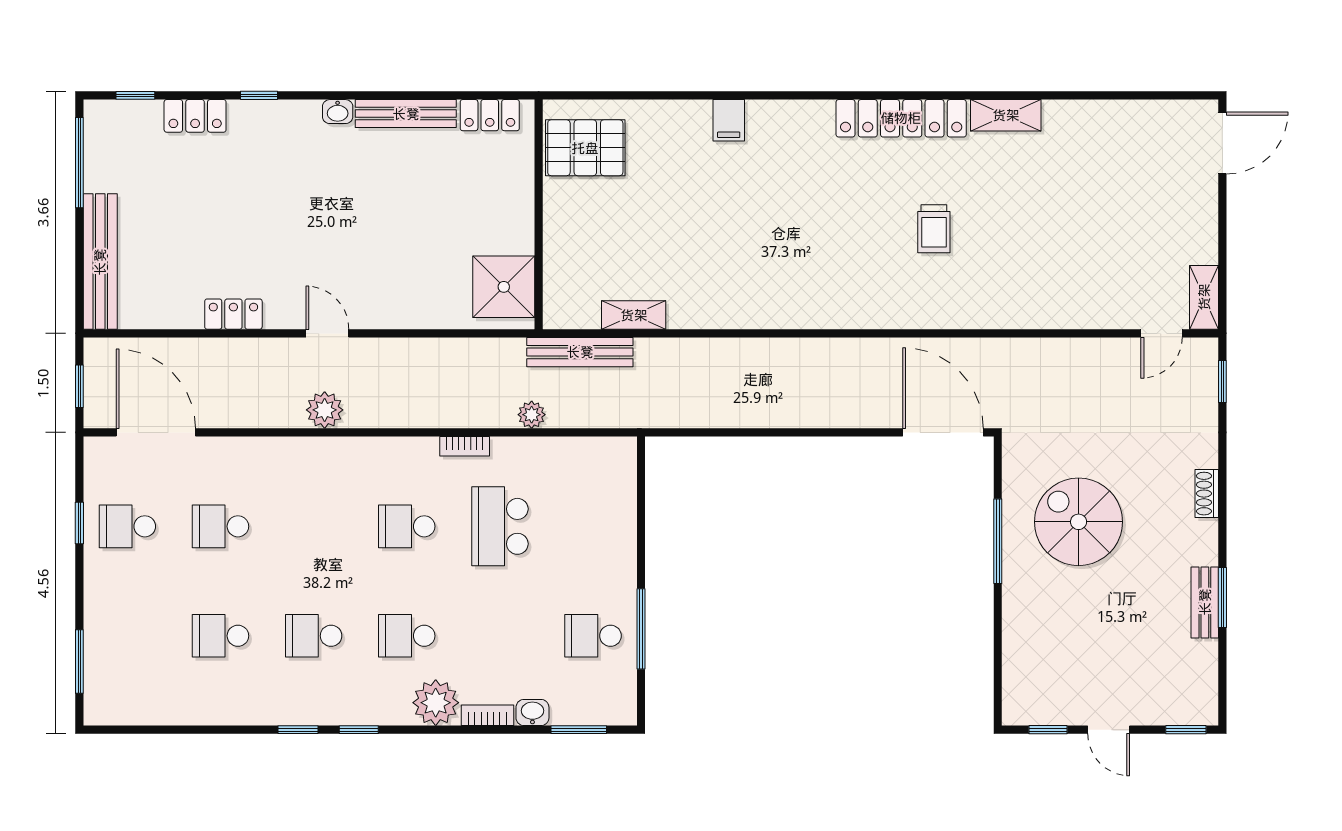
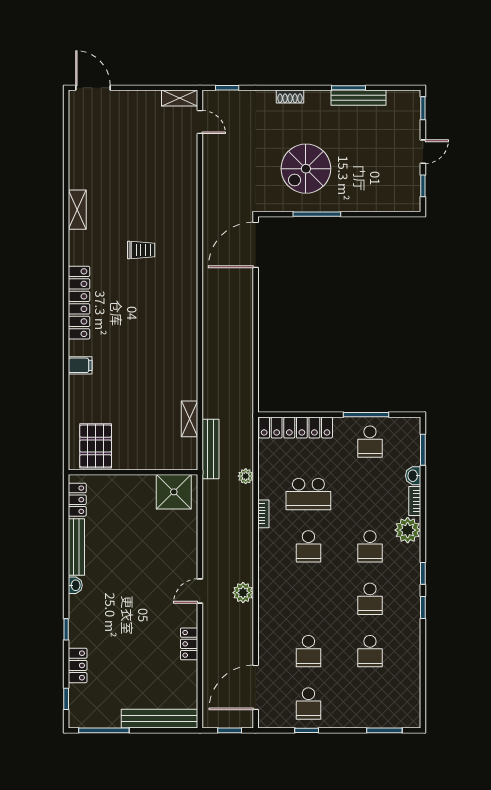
locker: (901, 118) -> (79, 303), moved
locker: (618, 503) -> (296, 428), added
bench: (1205, 602) -> (358, 98), width x1.36

